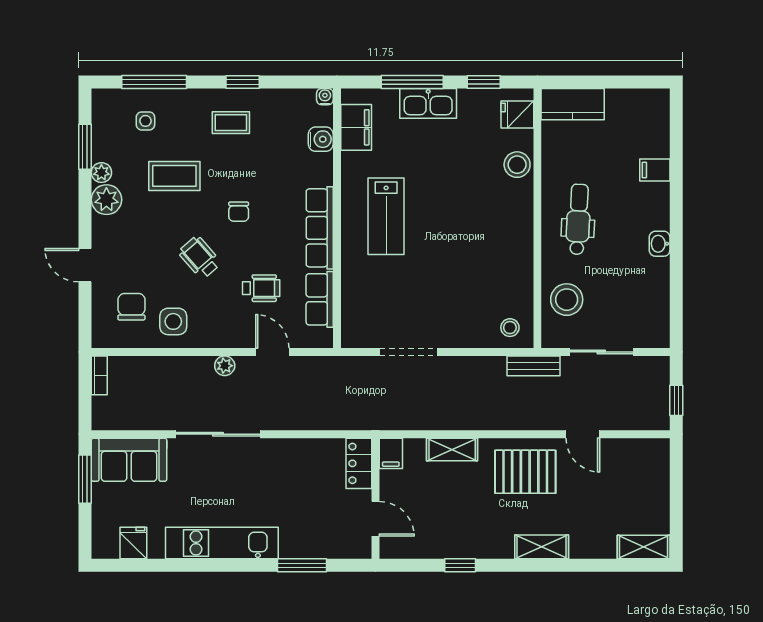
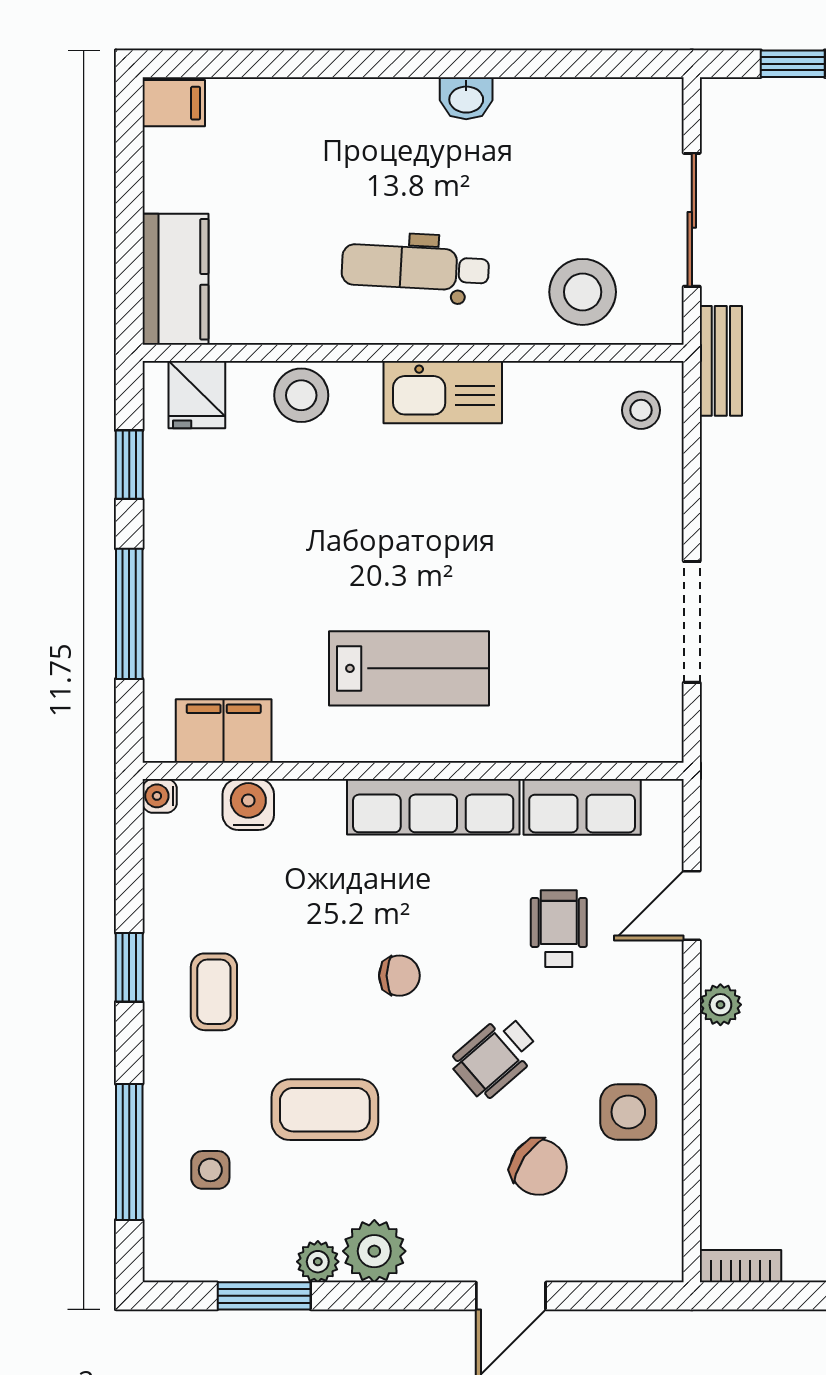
kitchen sink: (428, 103) -> (443, 392), moved, turned 90
filing cabinet: (655, 170) -> (174, 103), moved, turned -90
coffee table: (174, 176) -> (325, 1110), turned 90
chair: (131, 307) -> (539, 1167), moved, turned -145

